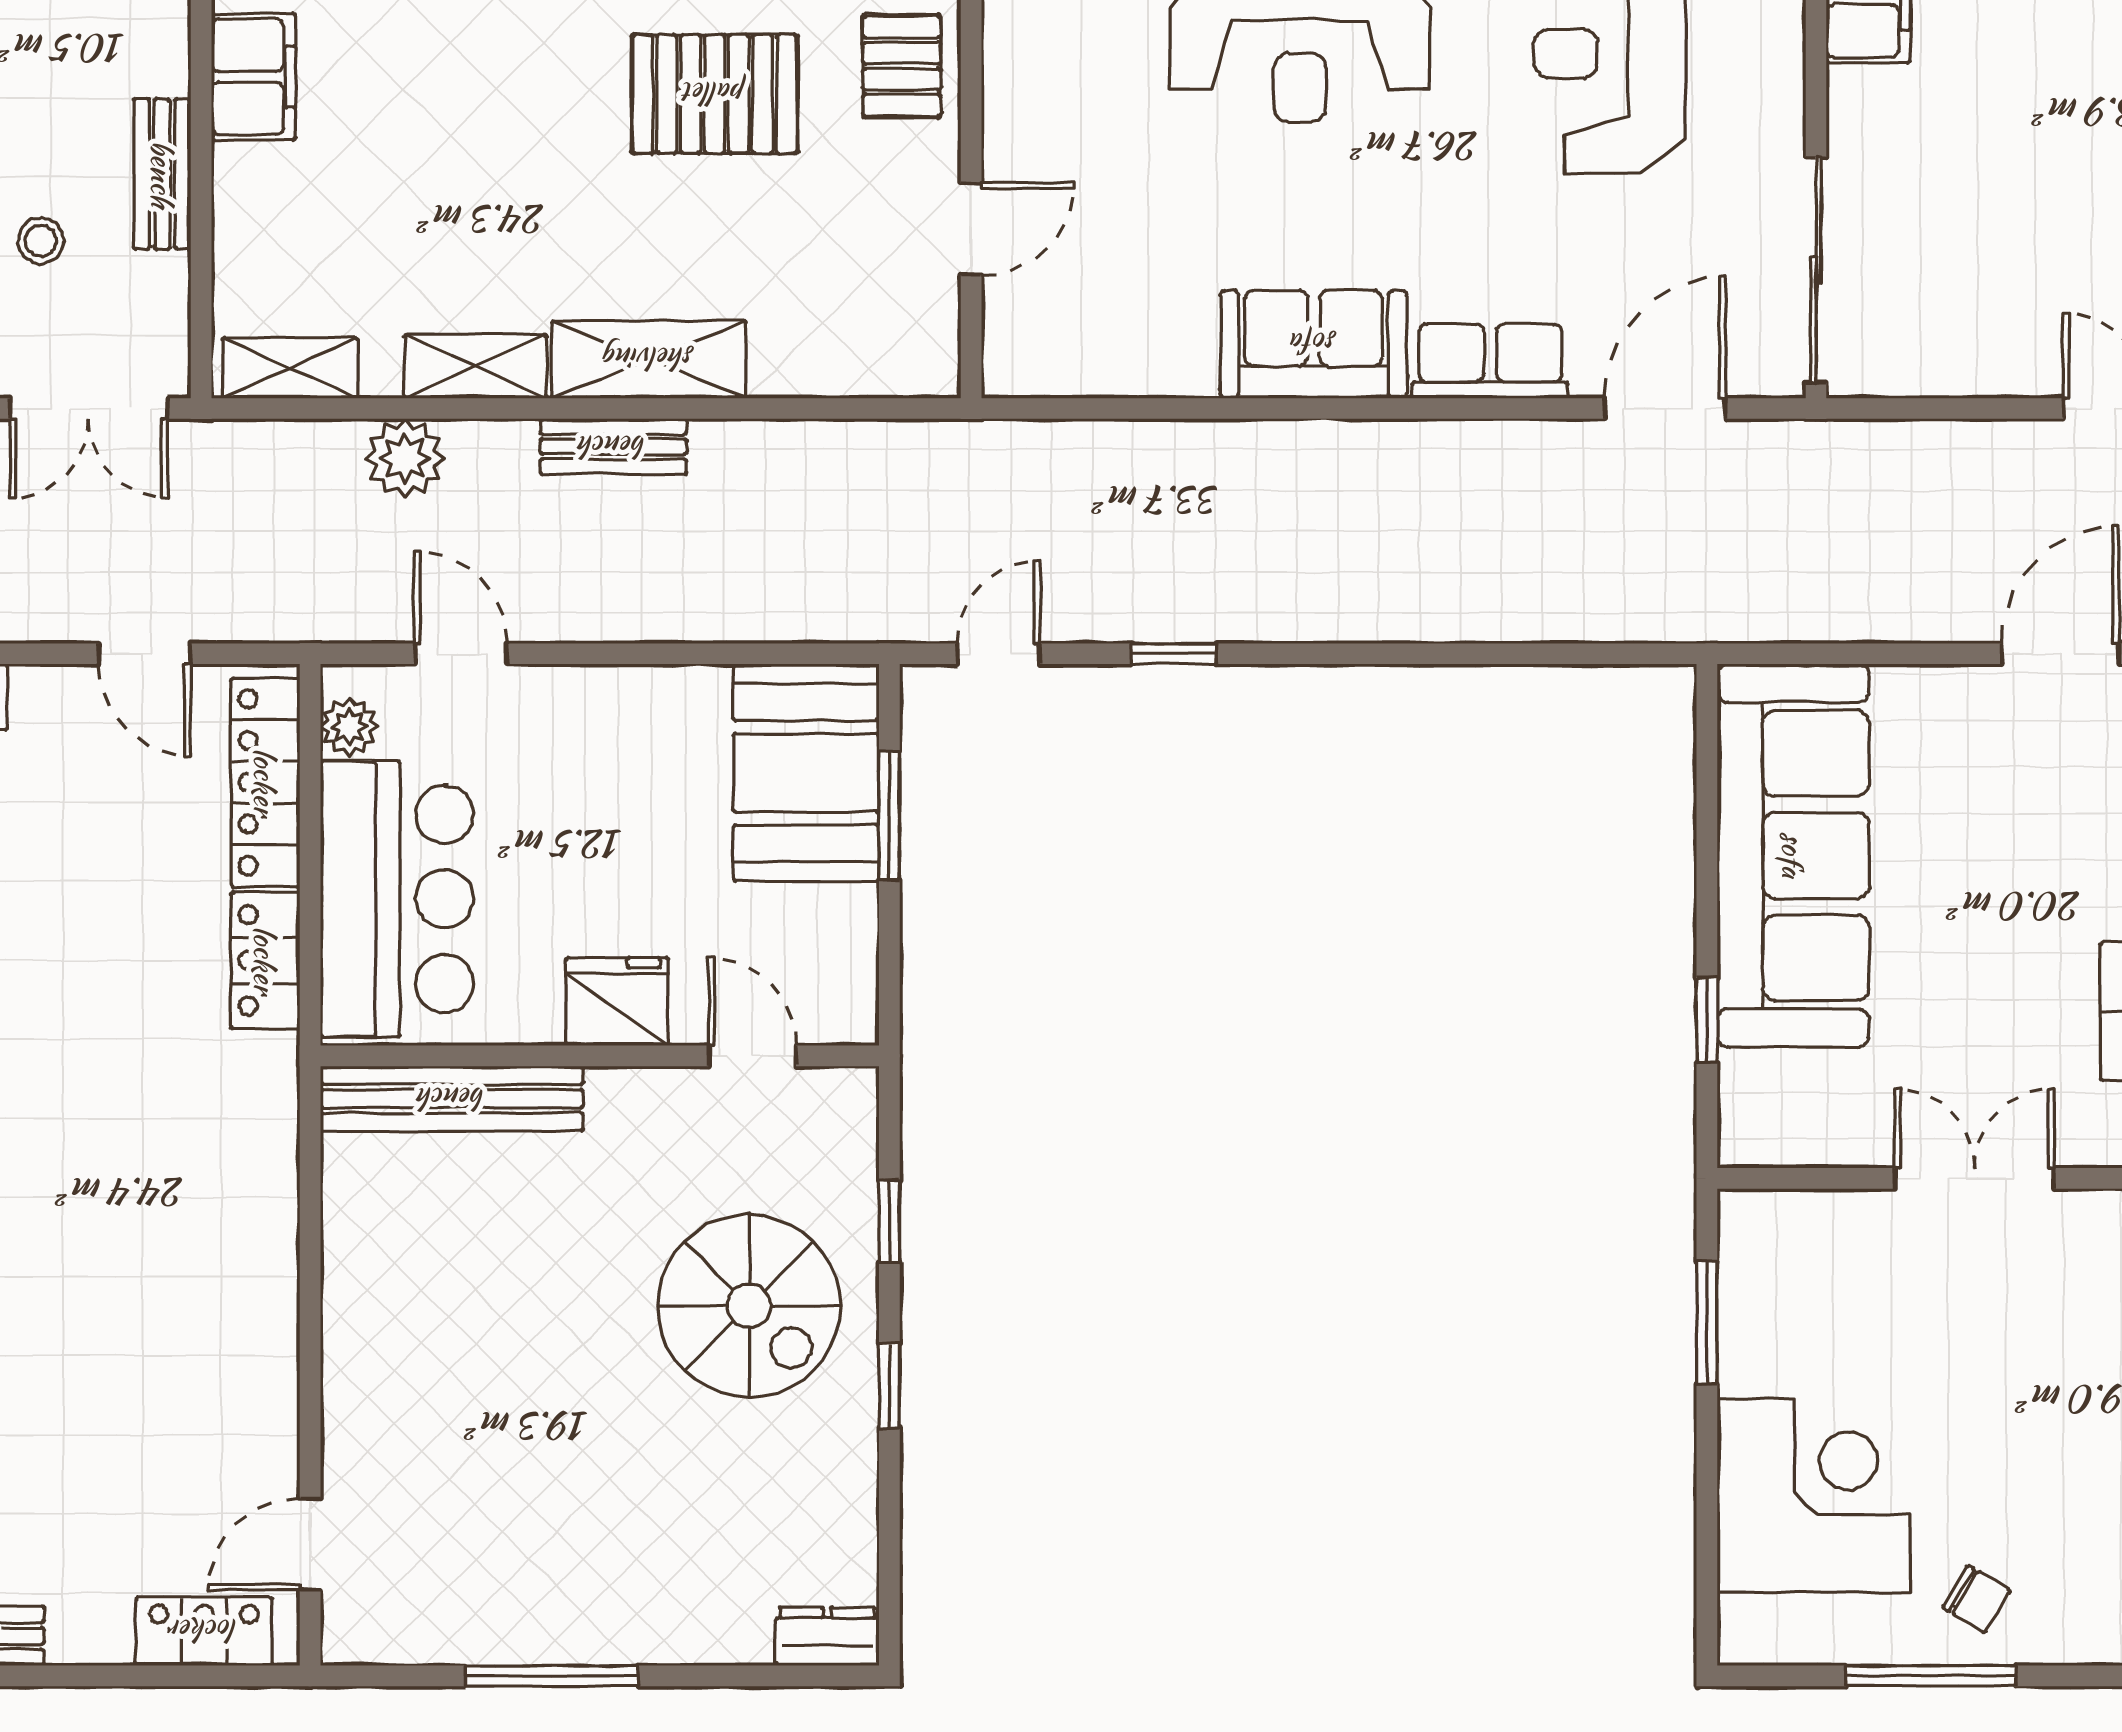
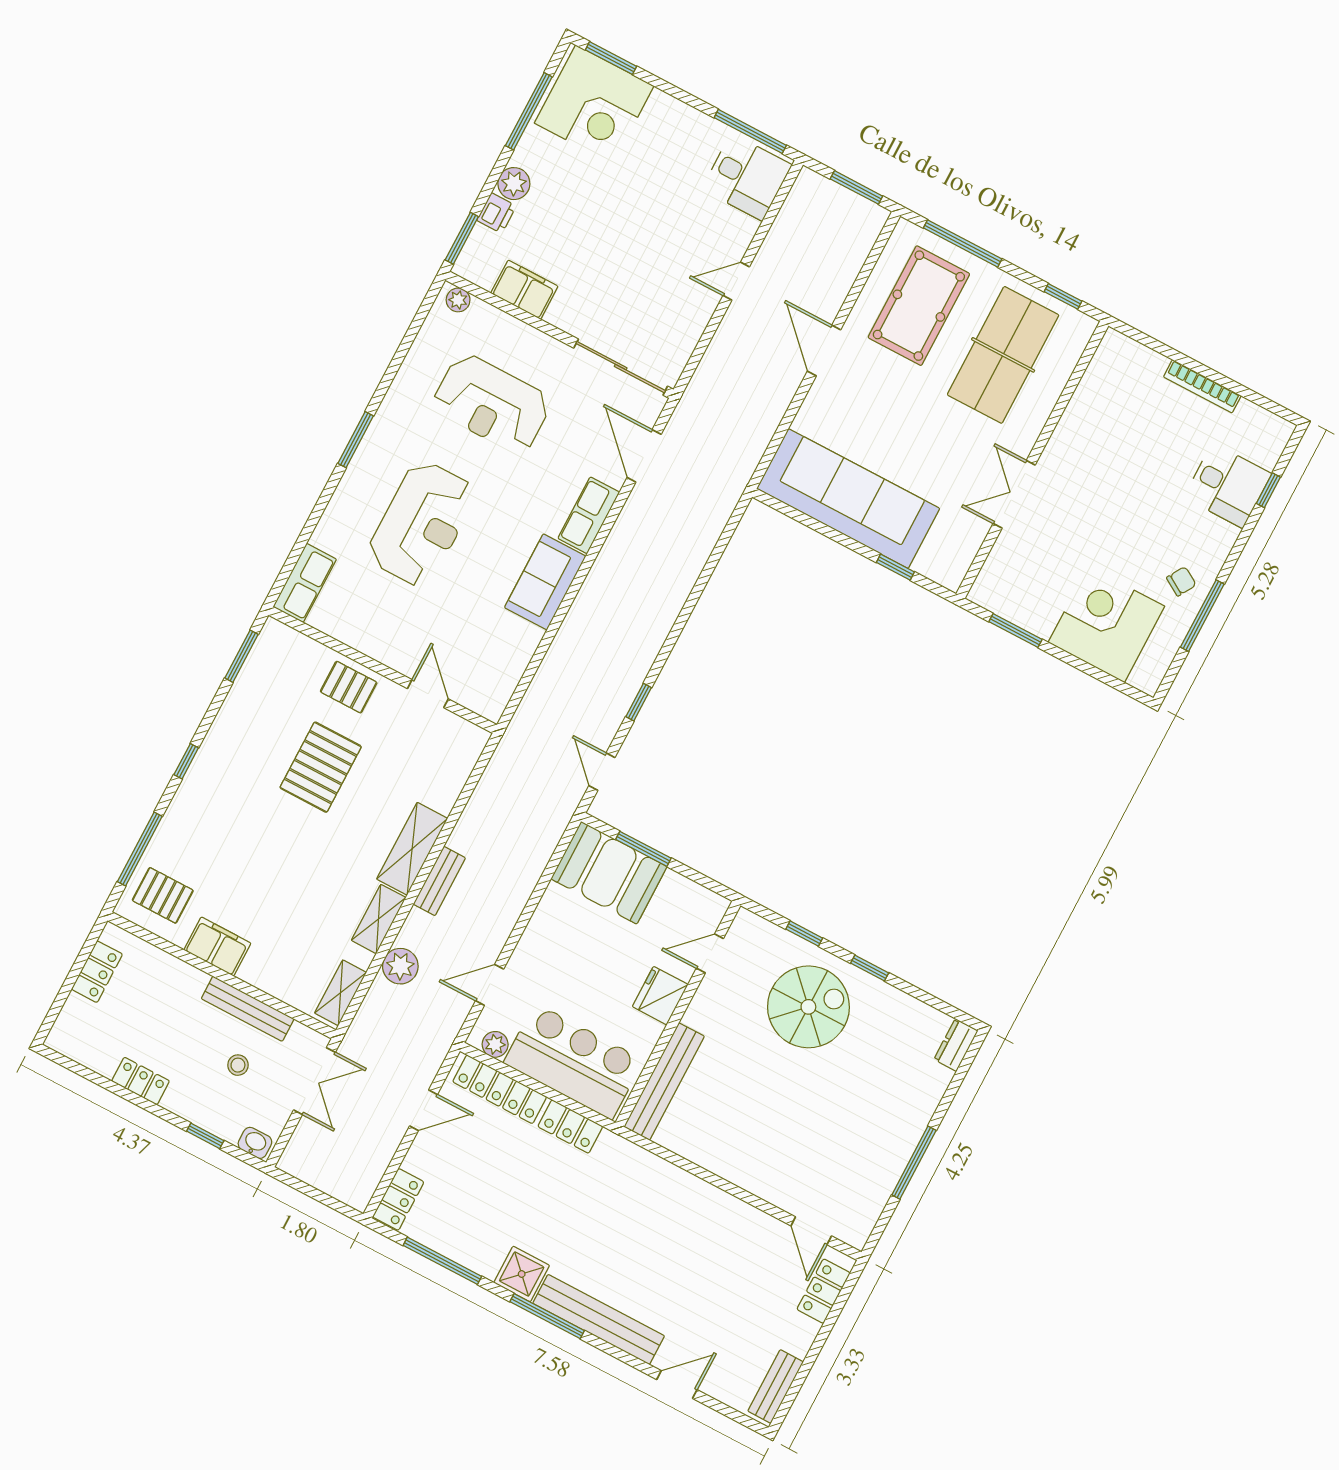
bench: (162, 174) -> (248, 1009), width x1.36

